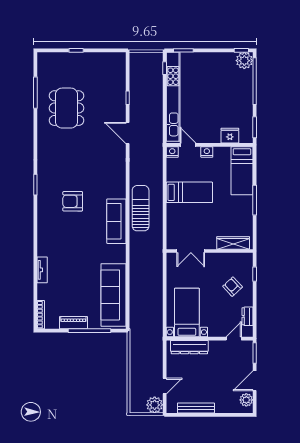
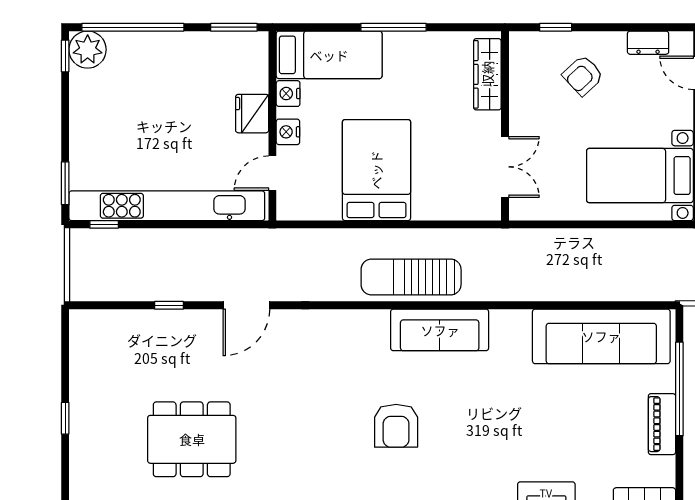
fridge: (230, 136) -> (252, 114), moved
nightstand: (172, 152) -> (288, 94), moved
bed: (189, 192) -> (376, 170), width x1.50

